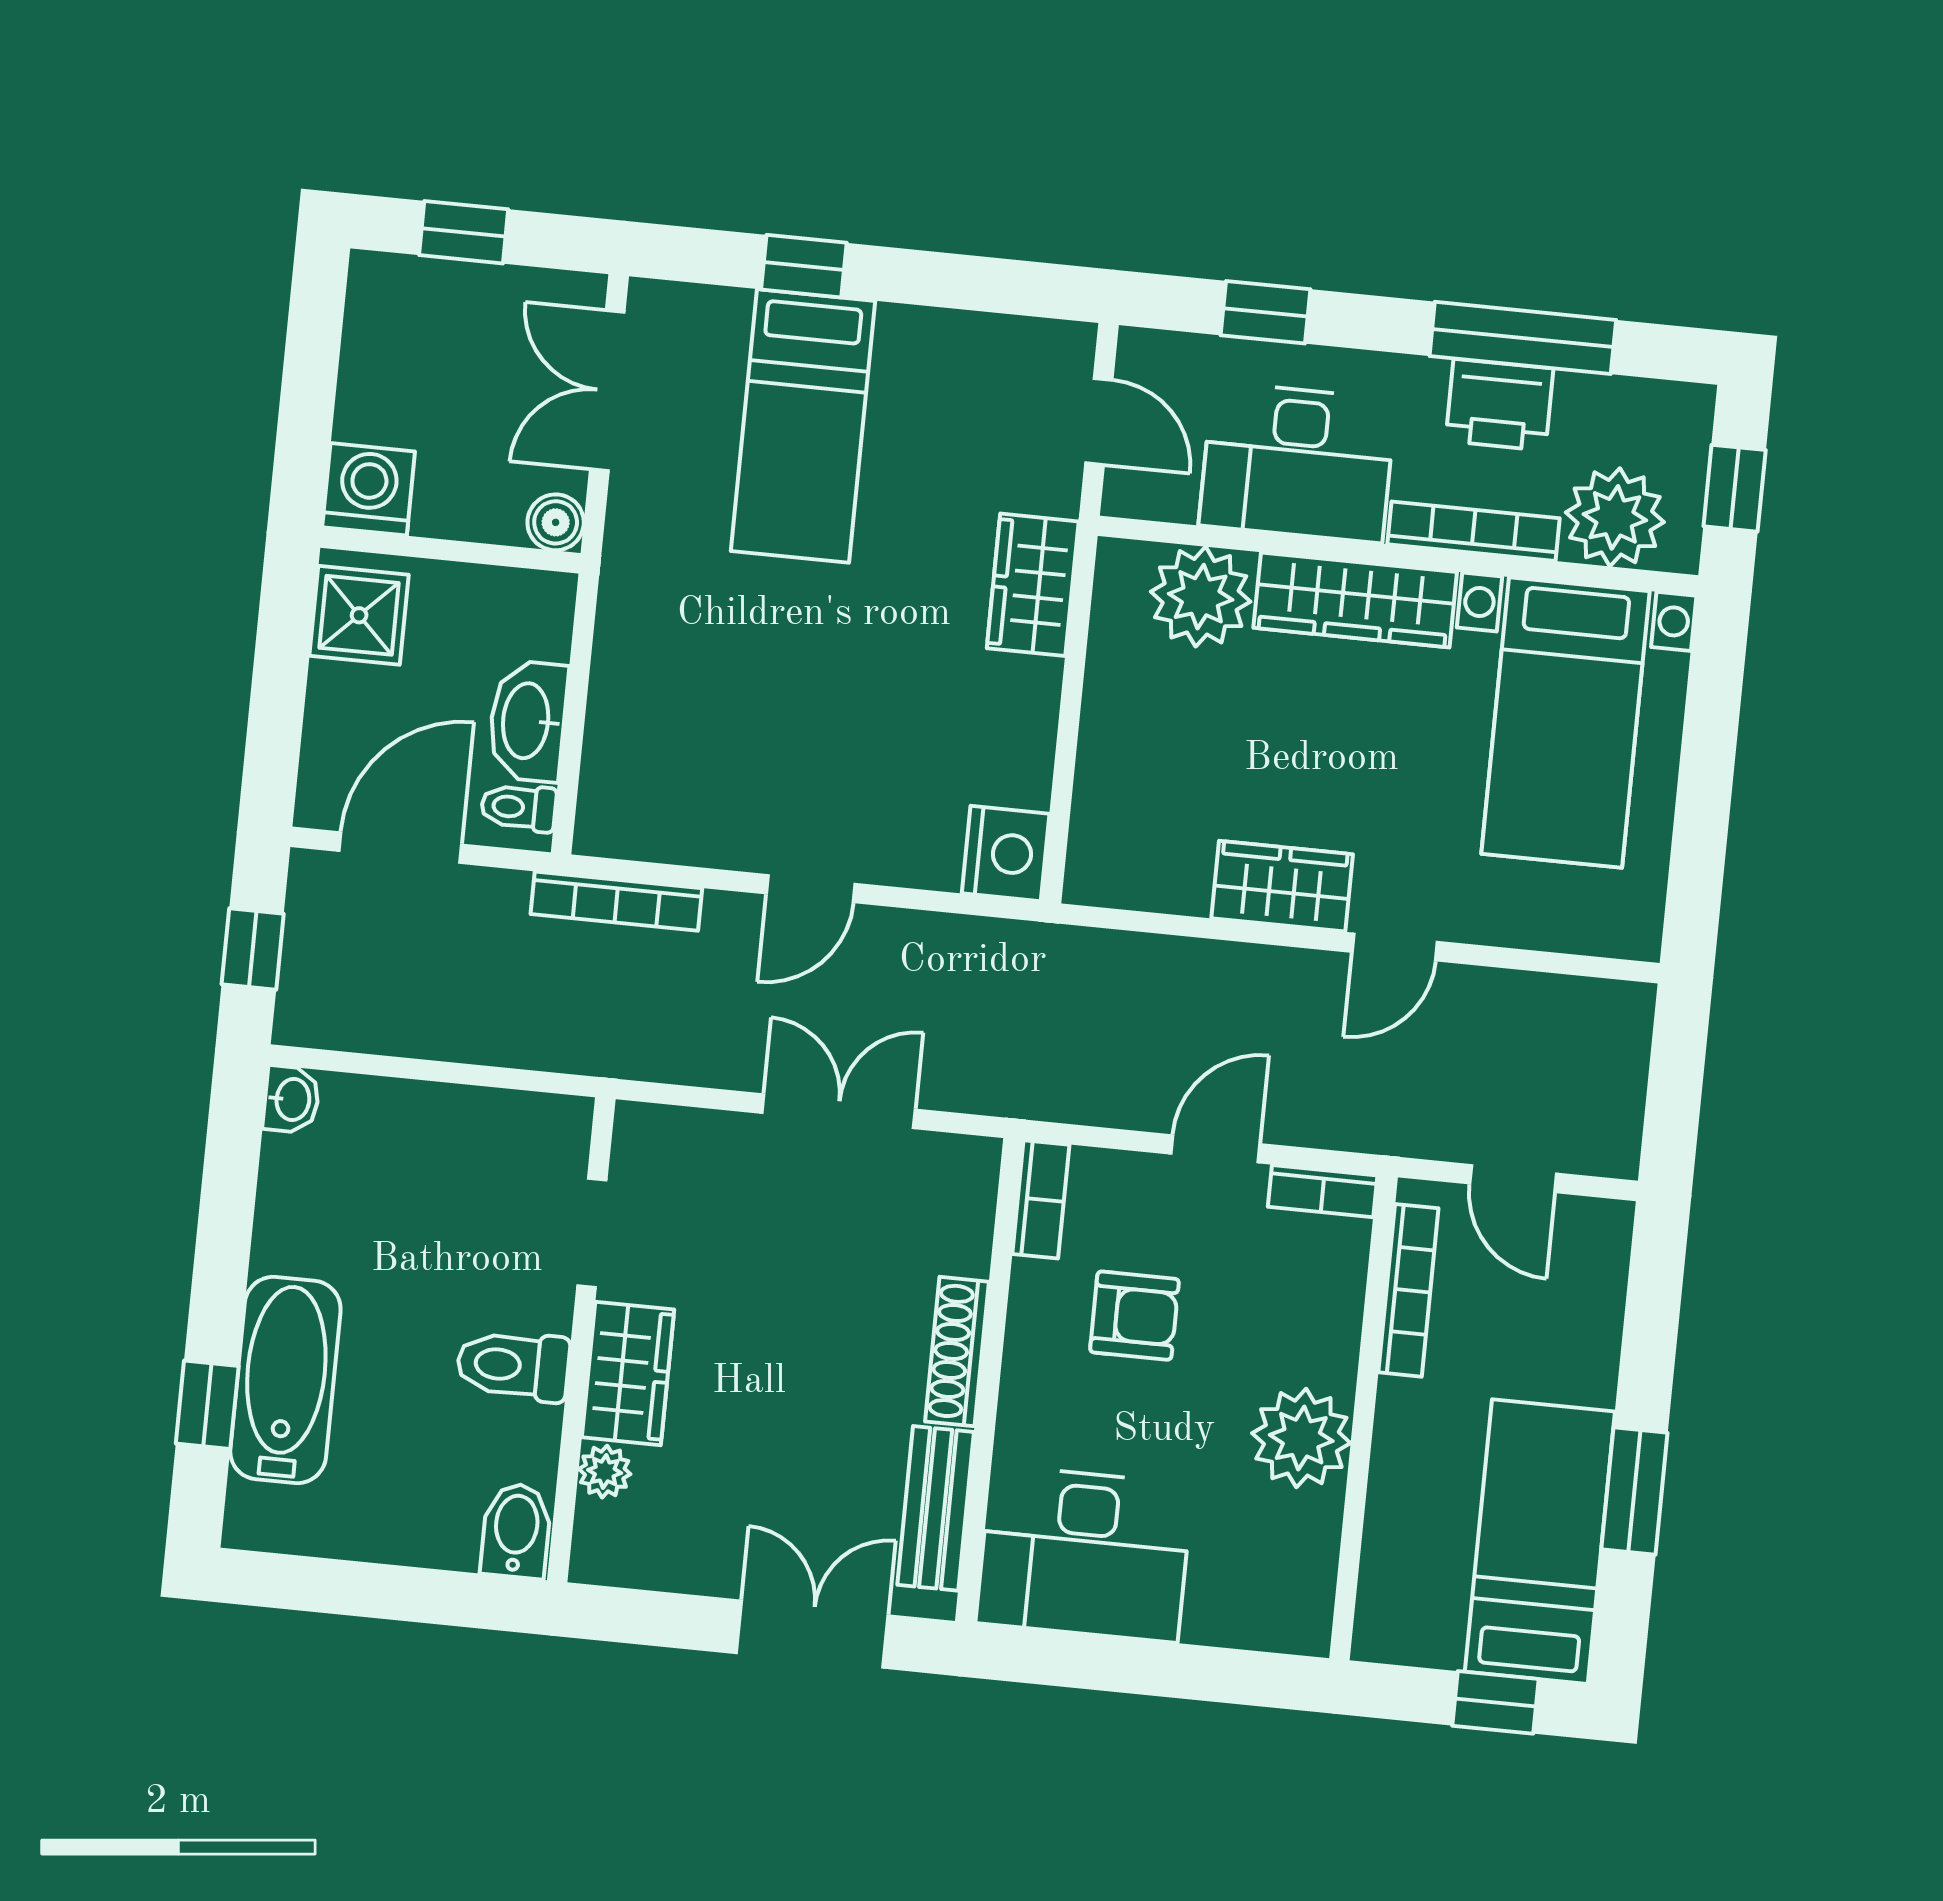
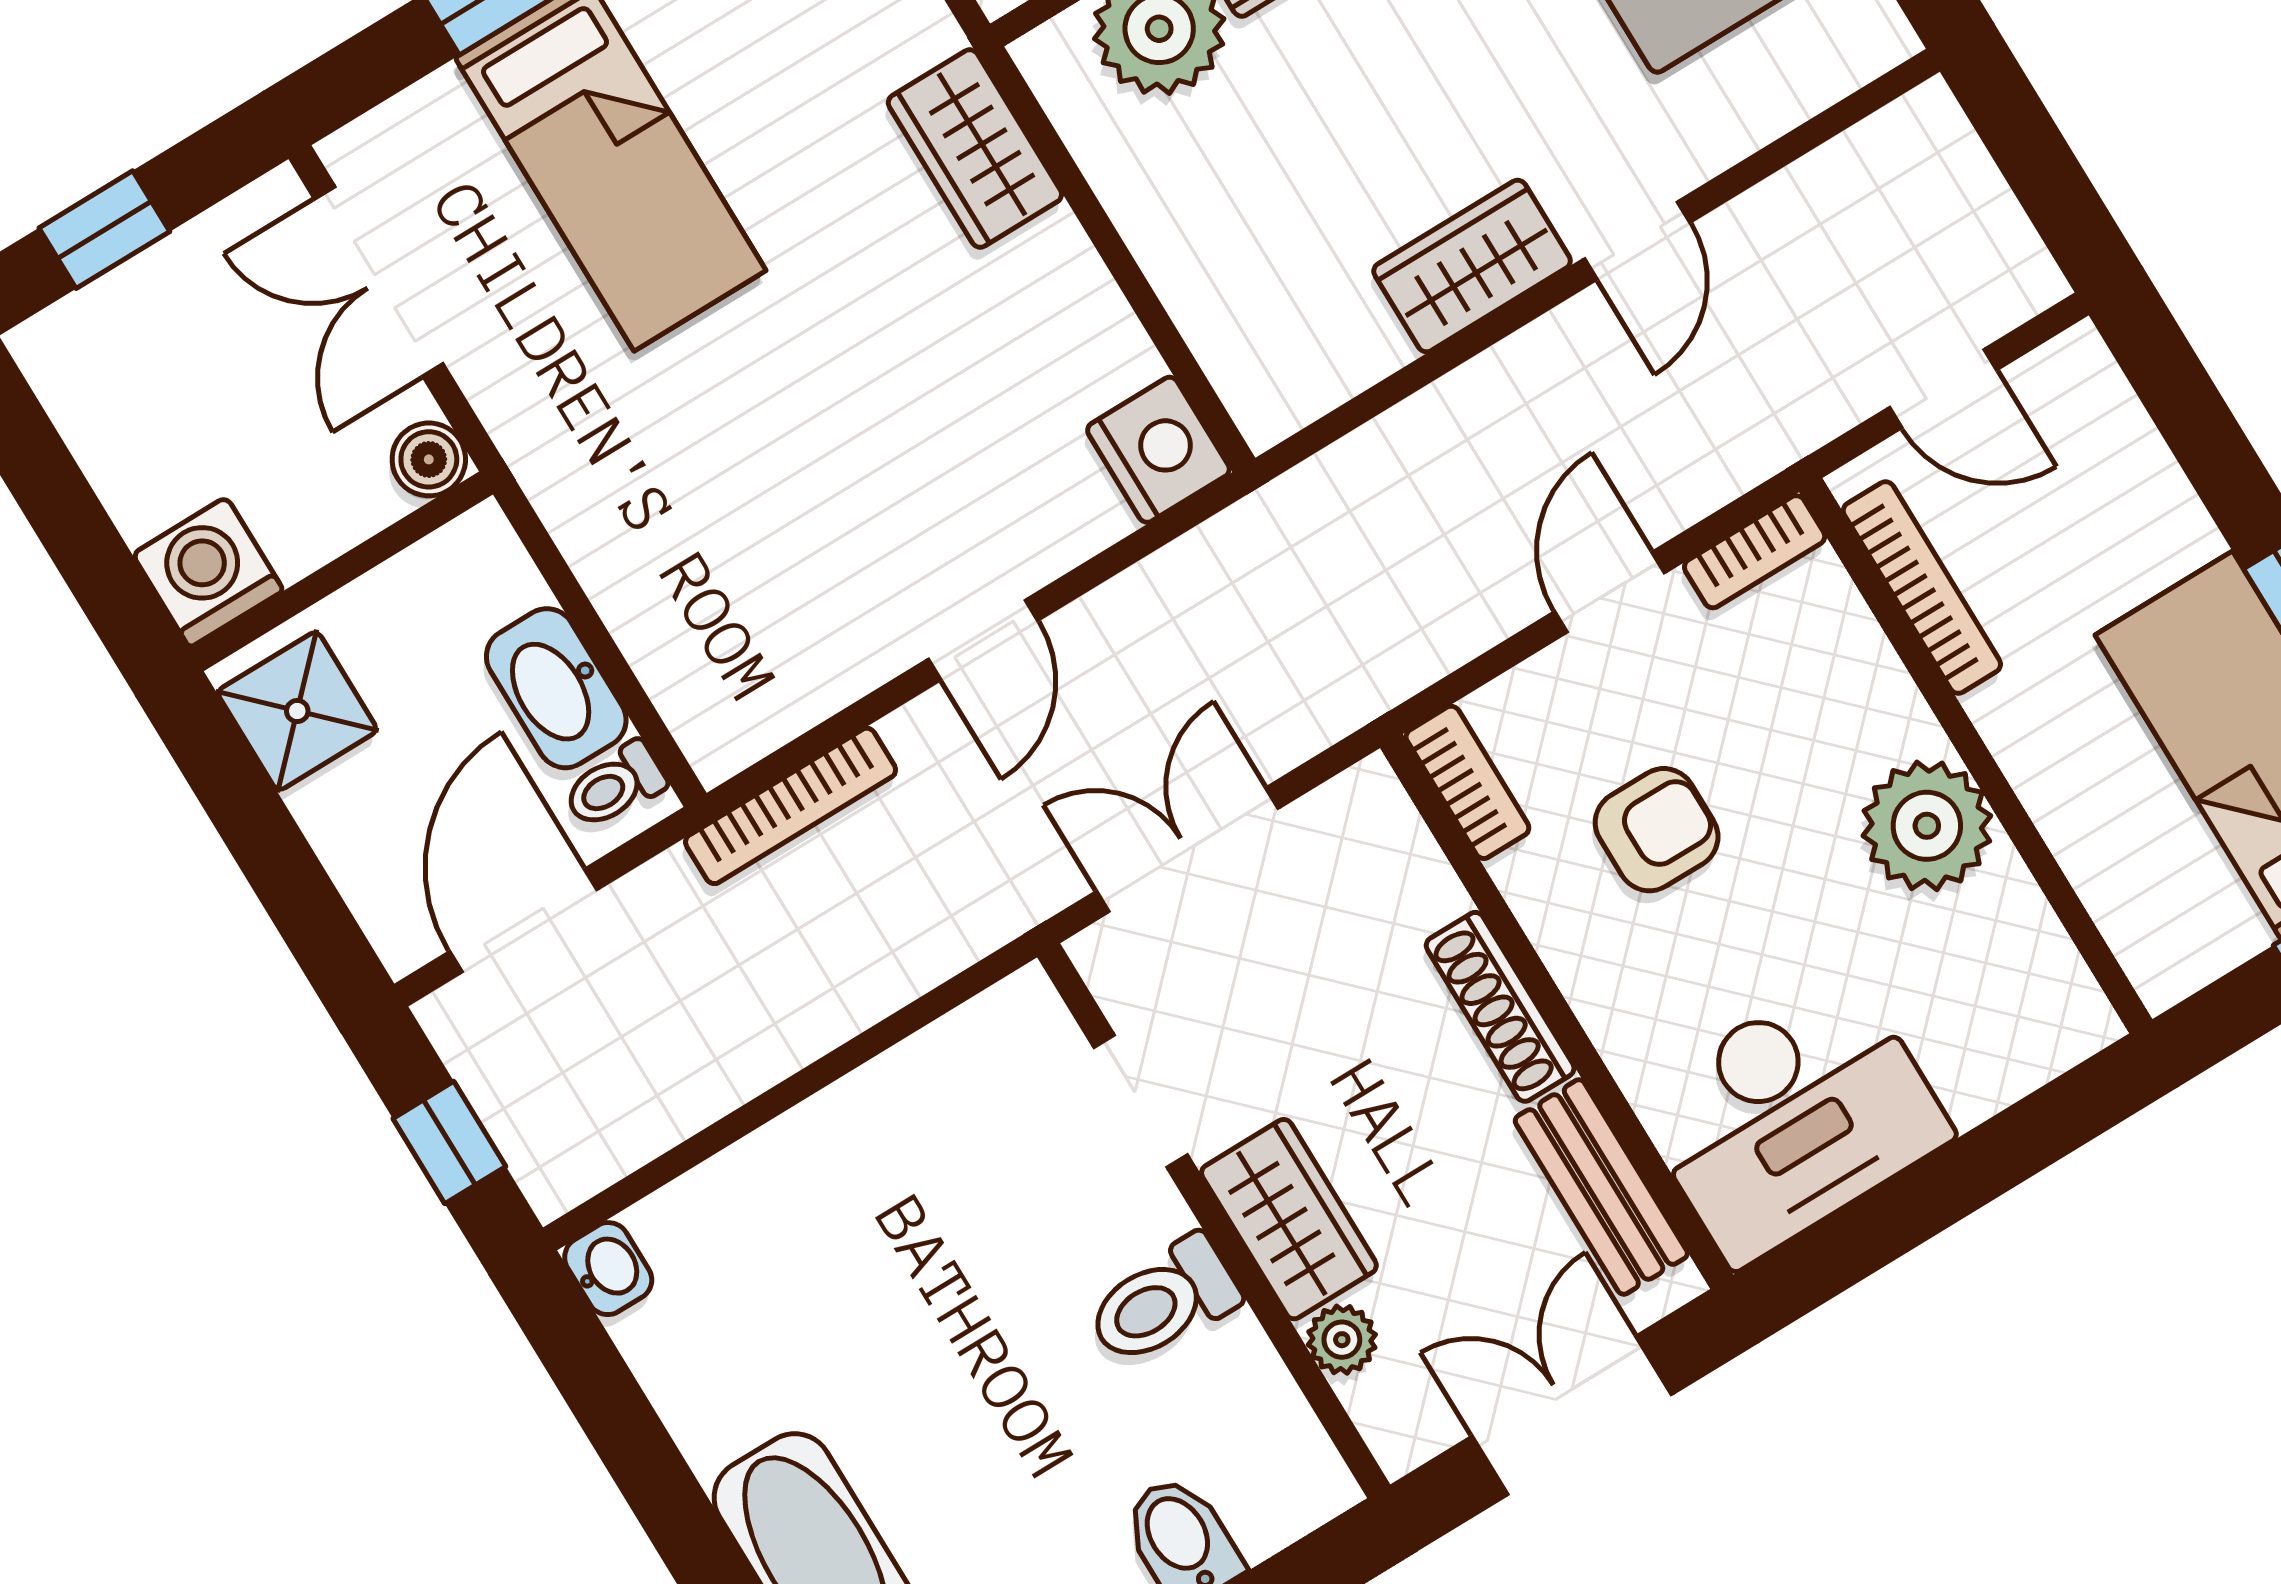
doorway: (592, 1233) -> (1141, 1101), moved
wall: (581, 1340) -> (1214, 1221), moved
toilet: (513, 1366) -> (1163, 1301), moved
wardrobe: (628, 1373) -> (1289, 1219), moved
plant: (605, 1472) -> (1342, 1340), moved

